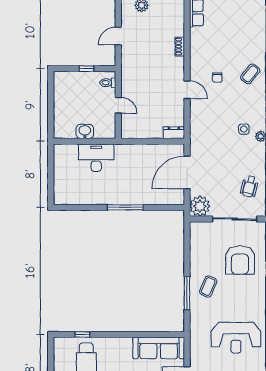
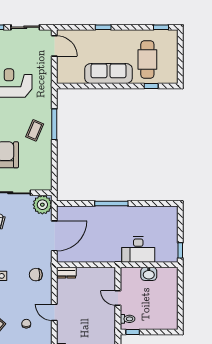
window: (86, 69) -> (133, 332), moved
chair: (207, 131) -> (36, 275), added
window: (51, 157) -> (180, 250), added
sofa: (159, 348) -> (108, 74), moved

